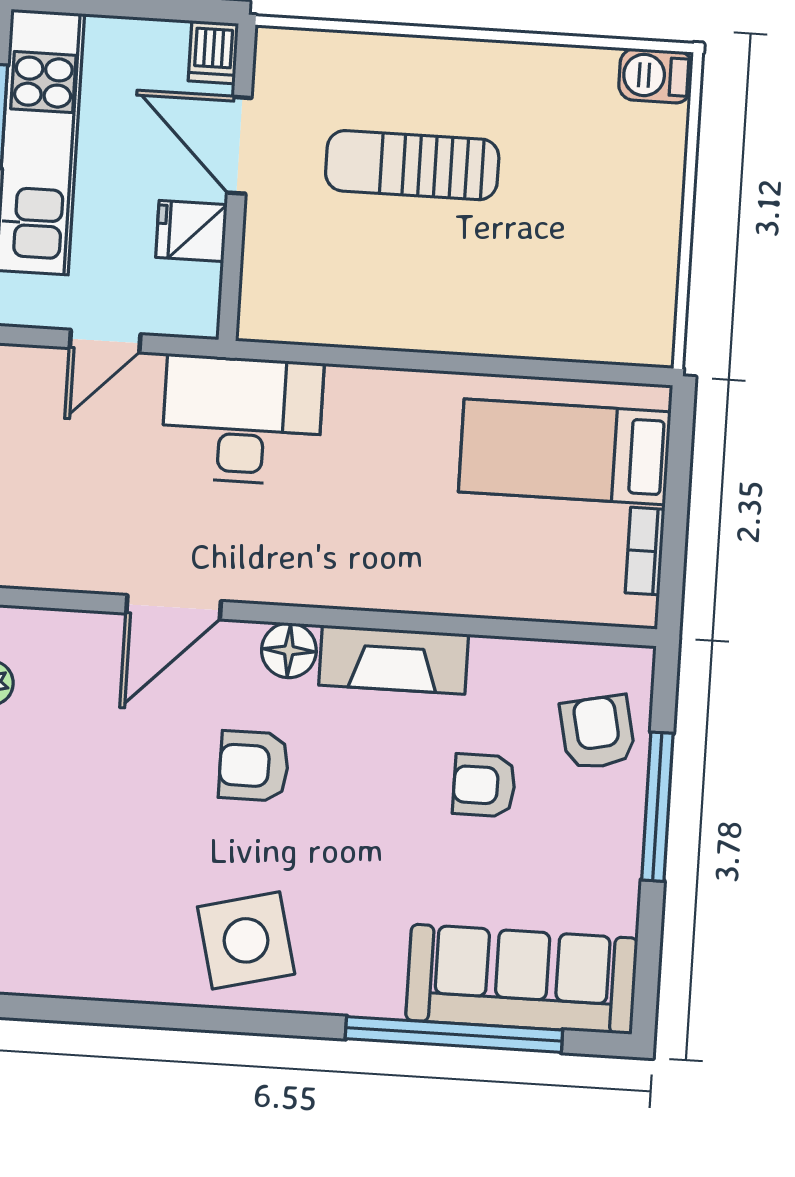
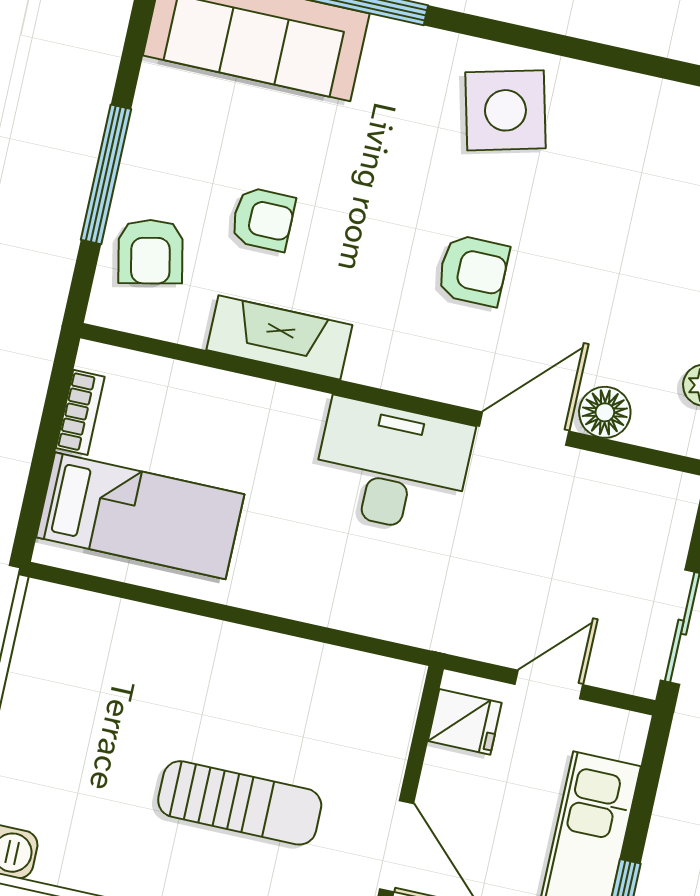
fridge: (191, 231) -> (465, 722), moved
desk: (242, 420) -> (392, 467), moved, turned 180
floor lamp: (289, 650) -> (605, 412), moved
fireplace: (394, 660) -> (279, 338), moved

